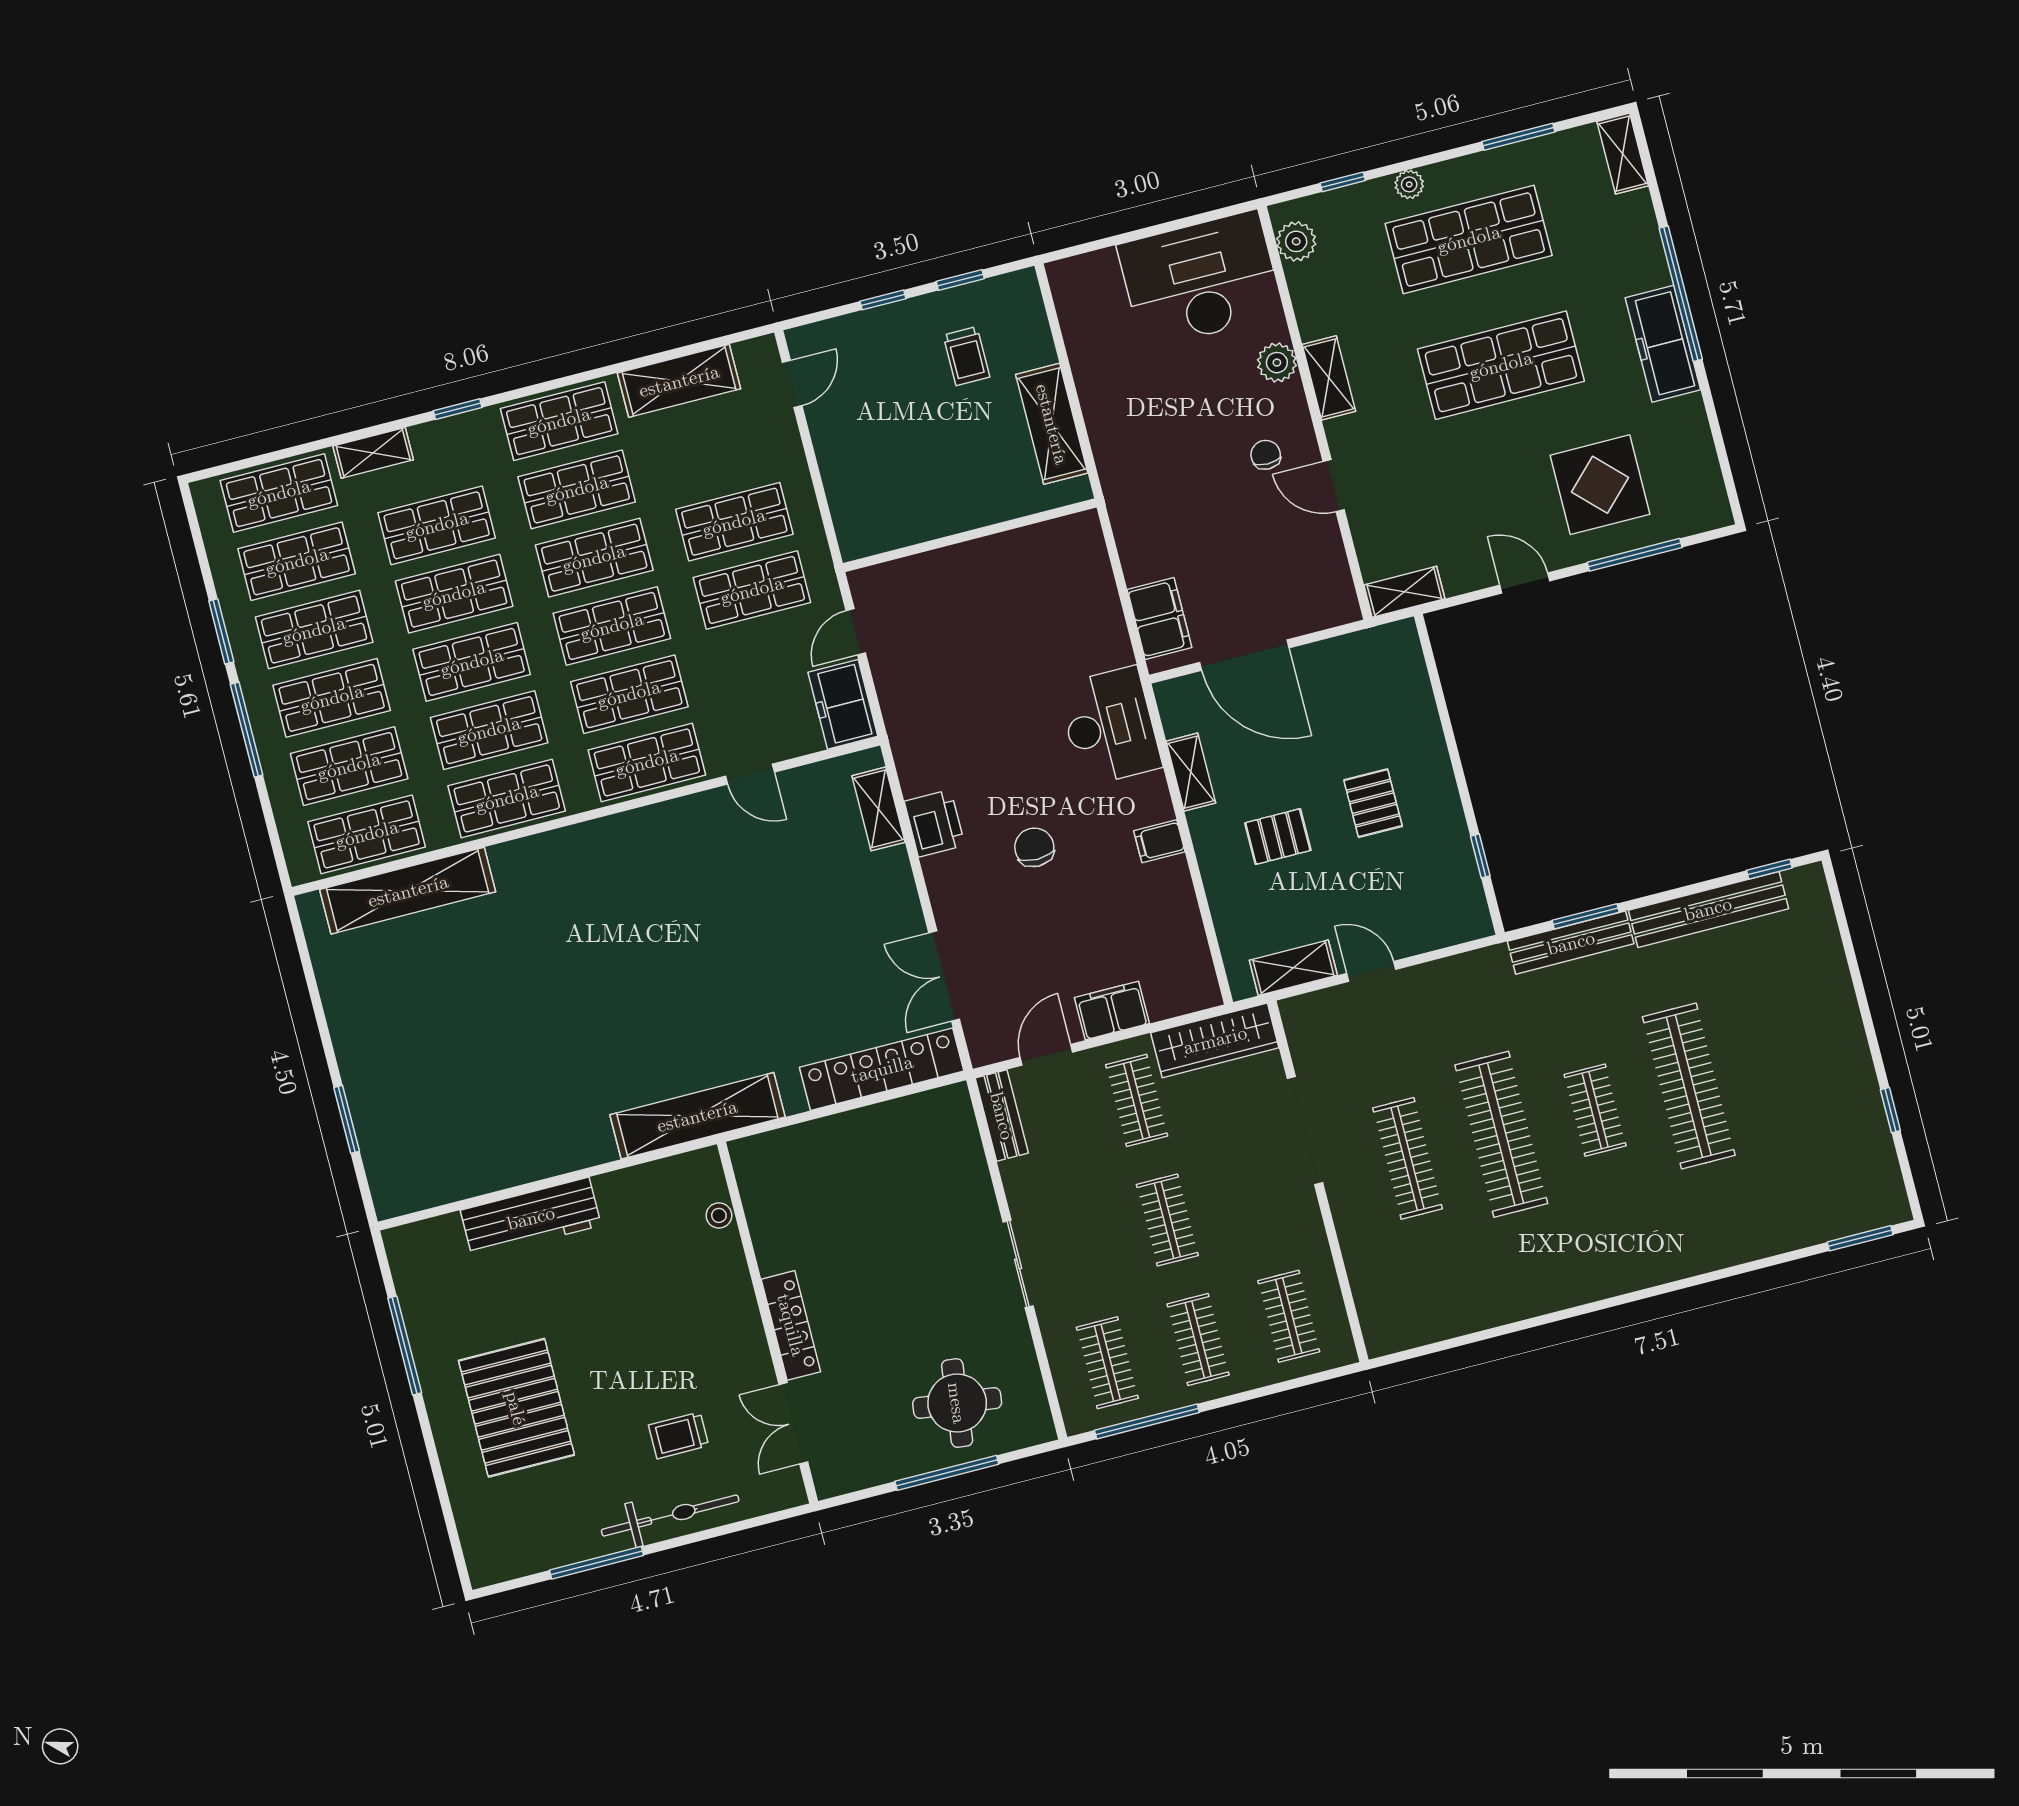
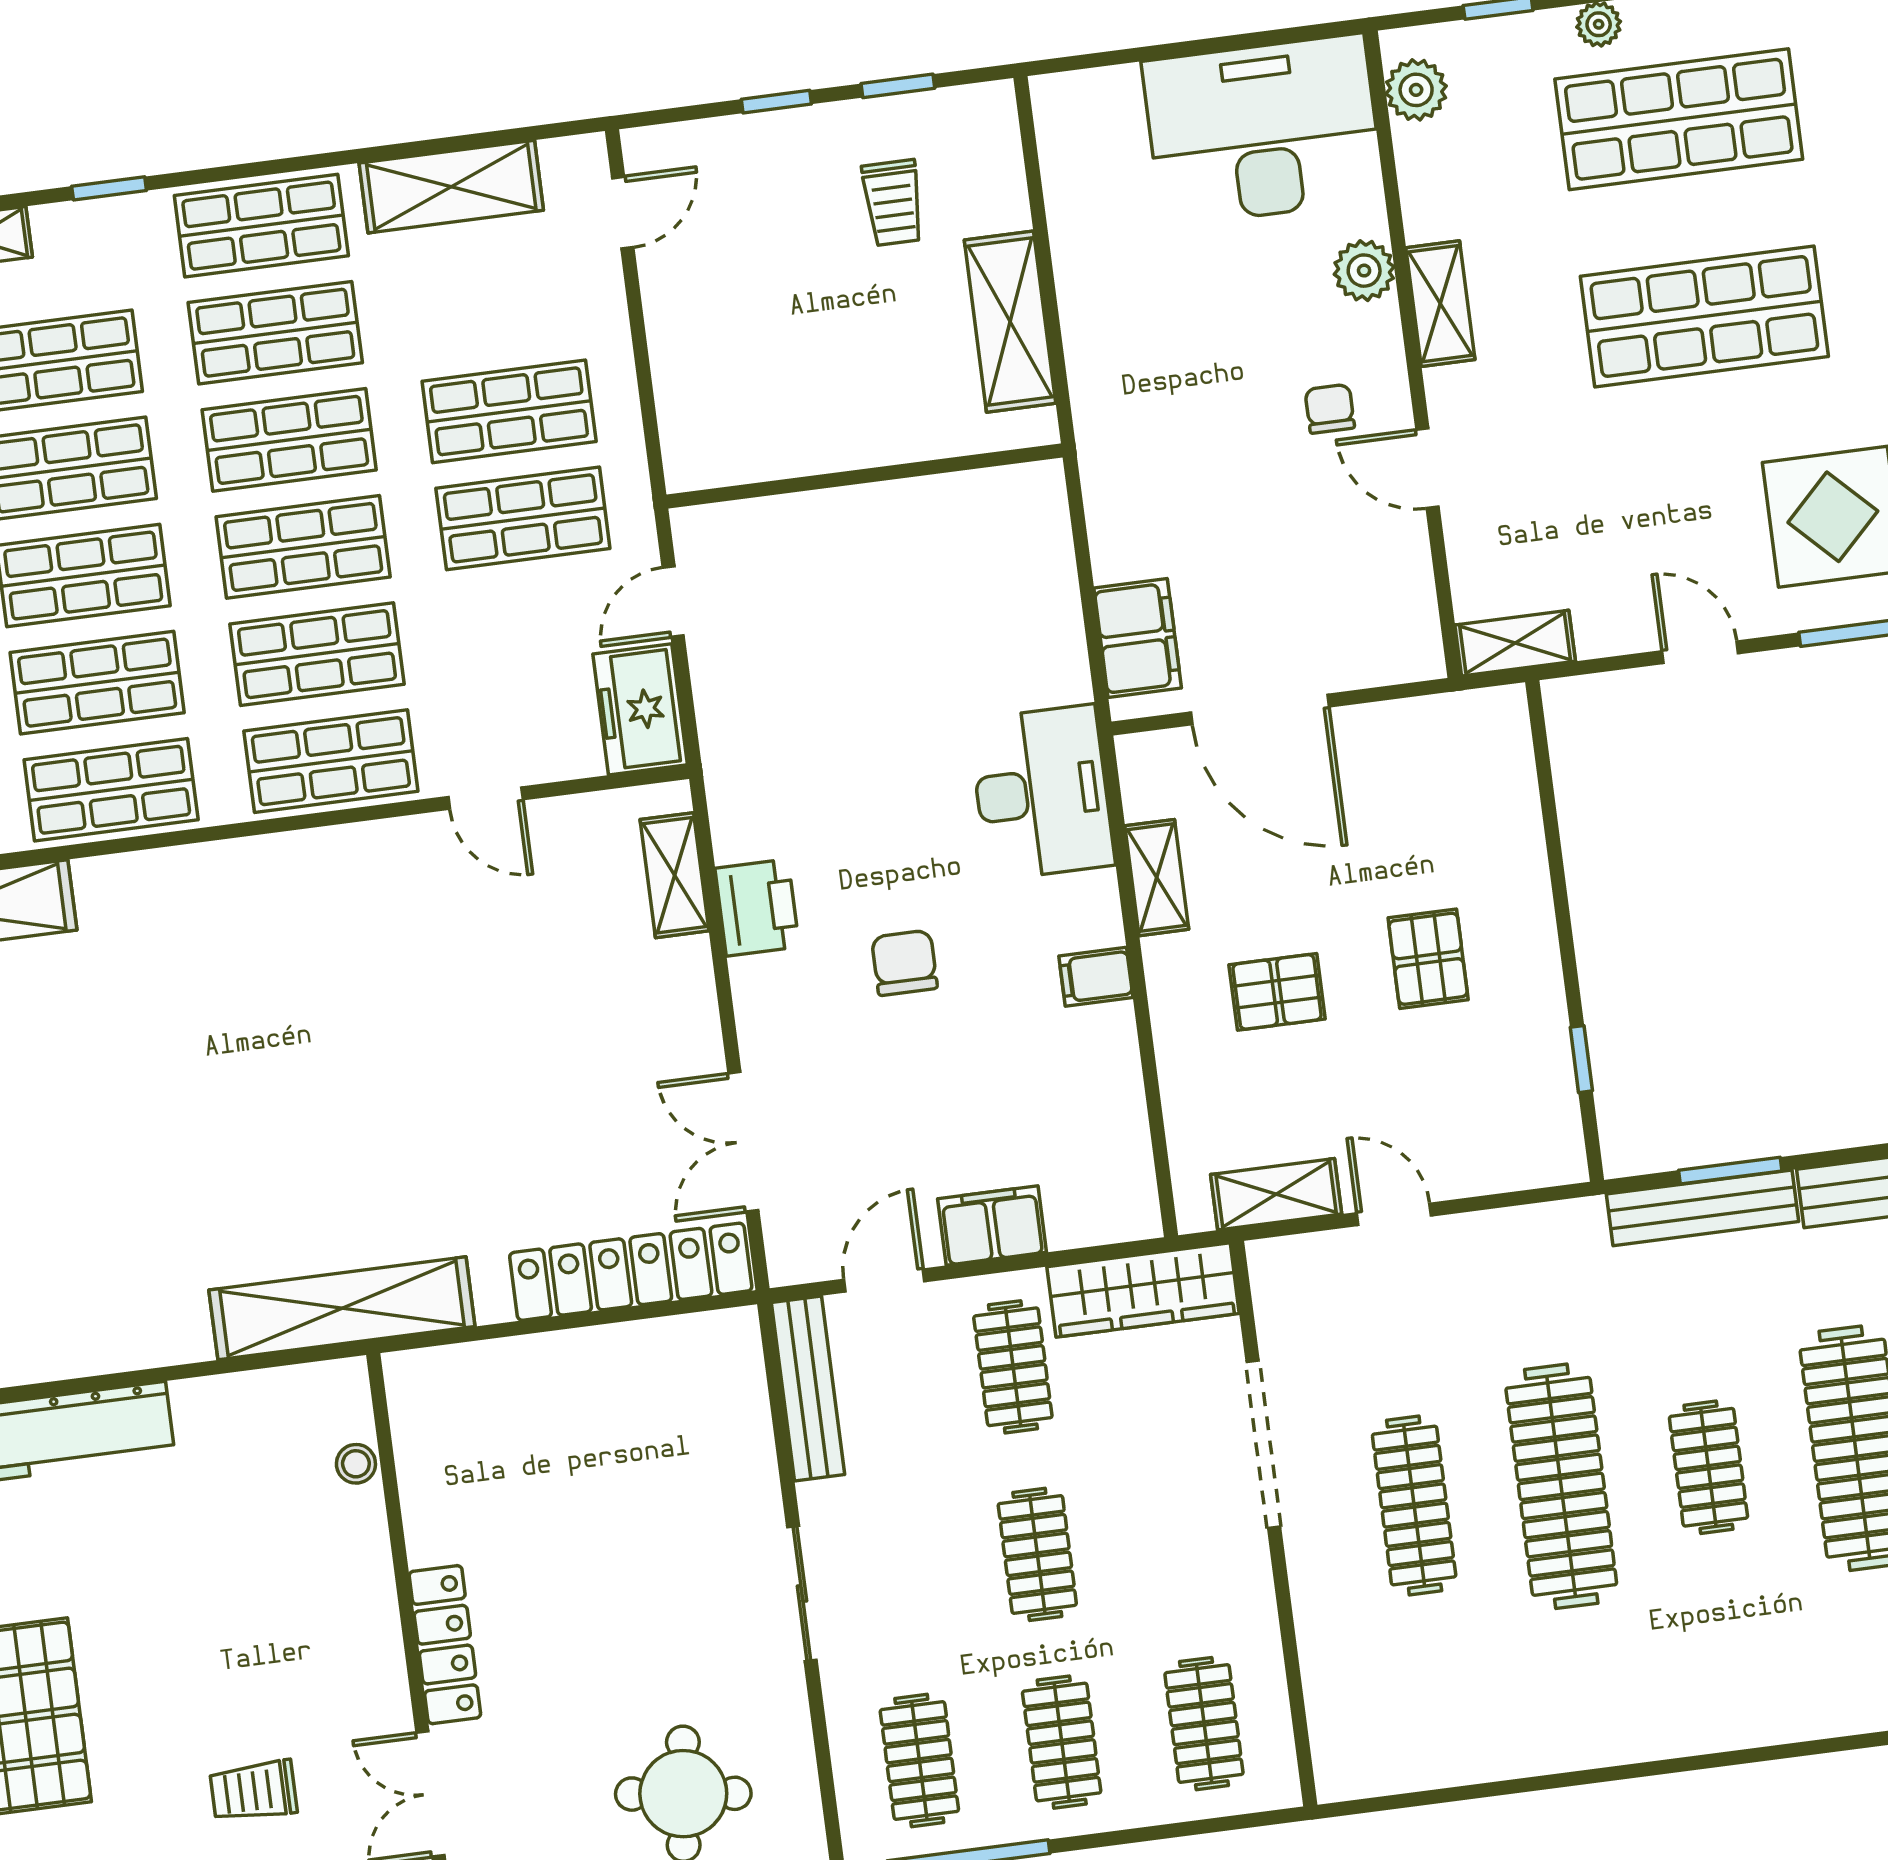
bench: (1002, 1116) -> (808, 1389), width x1.36

